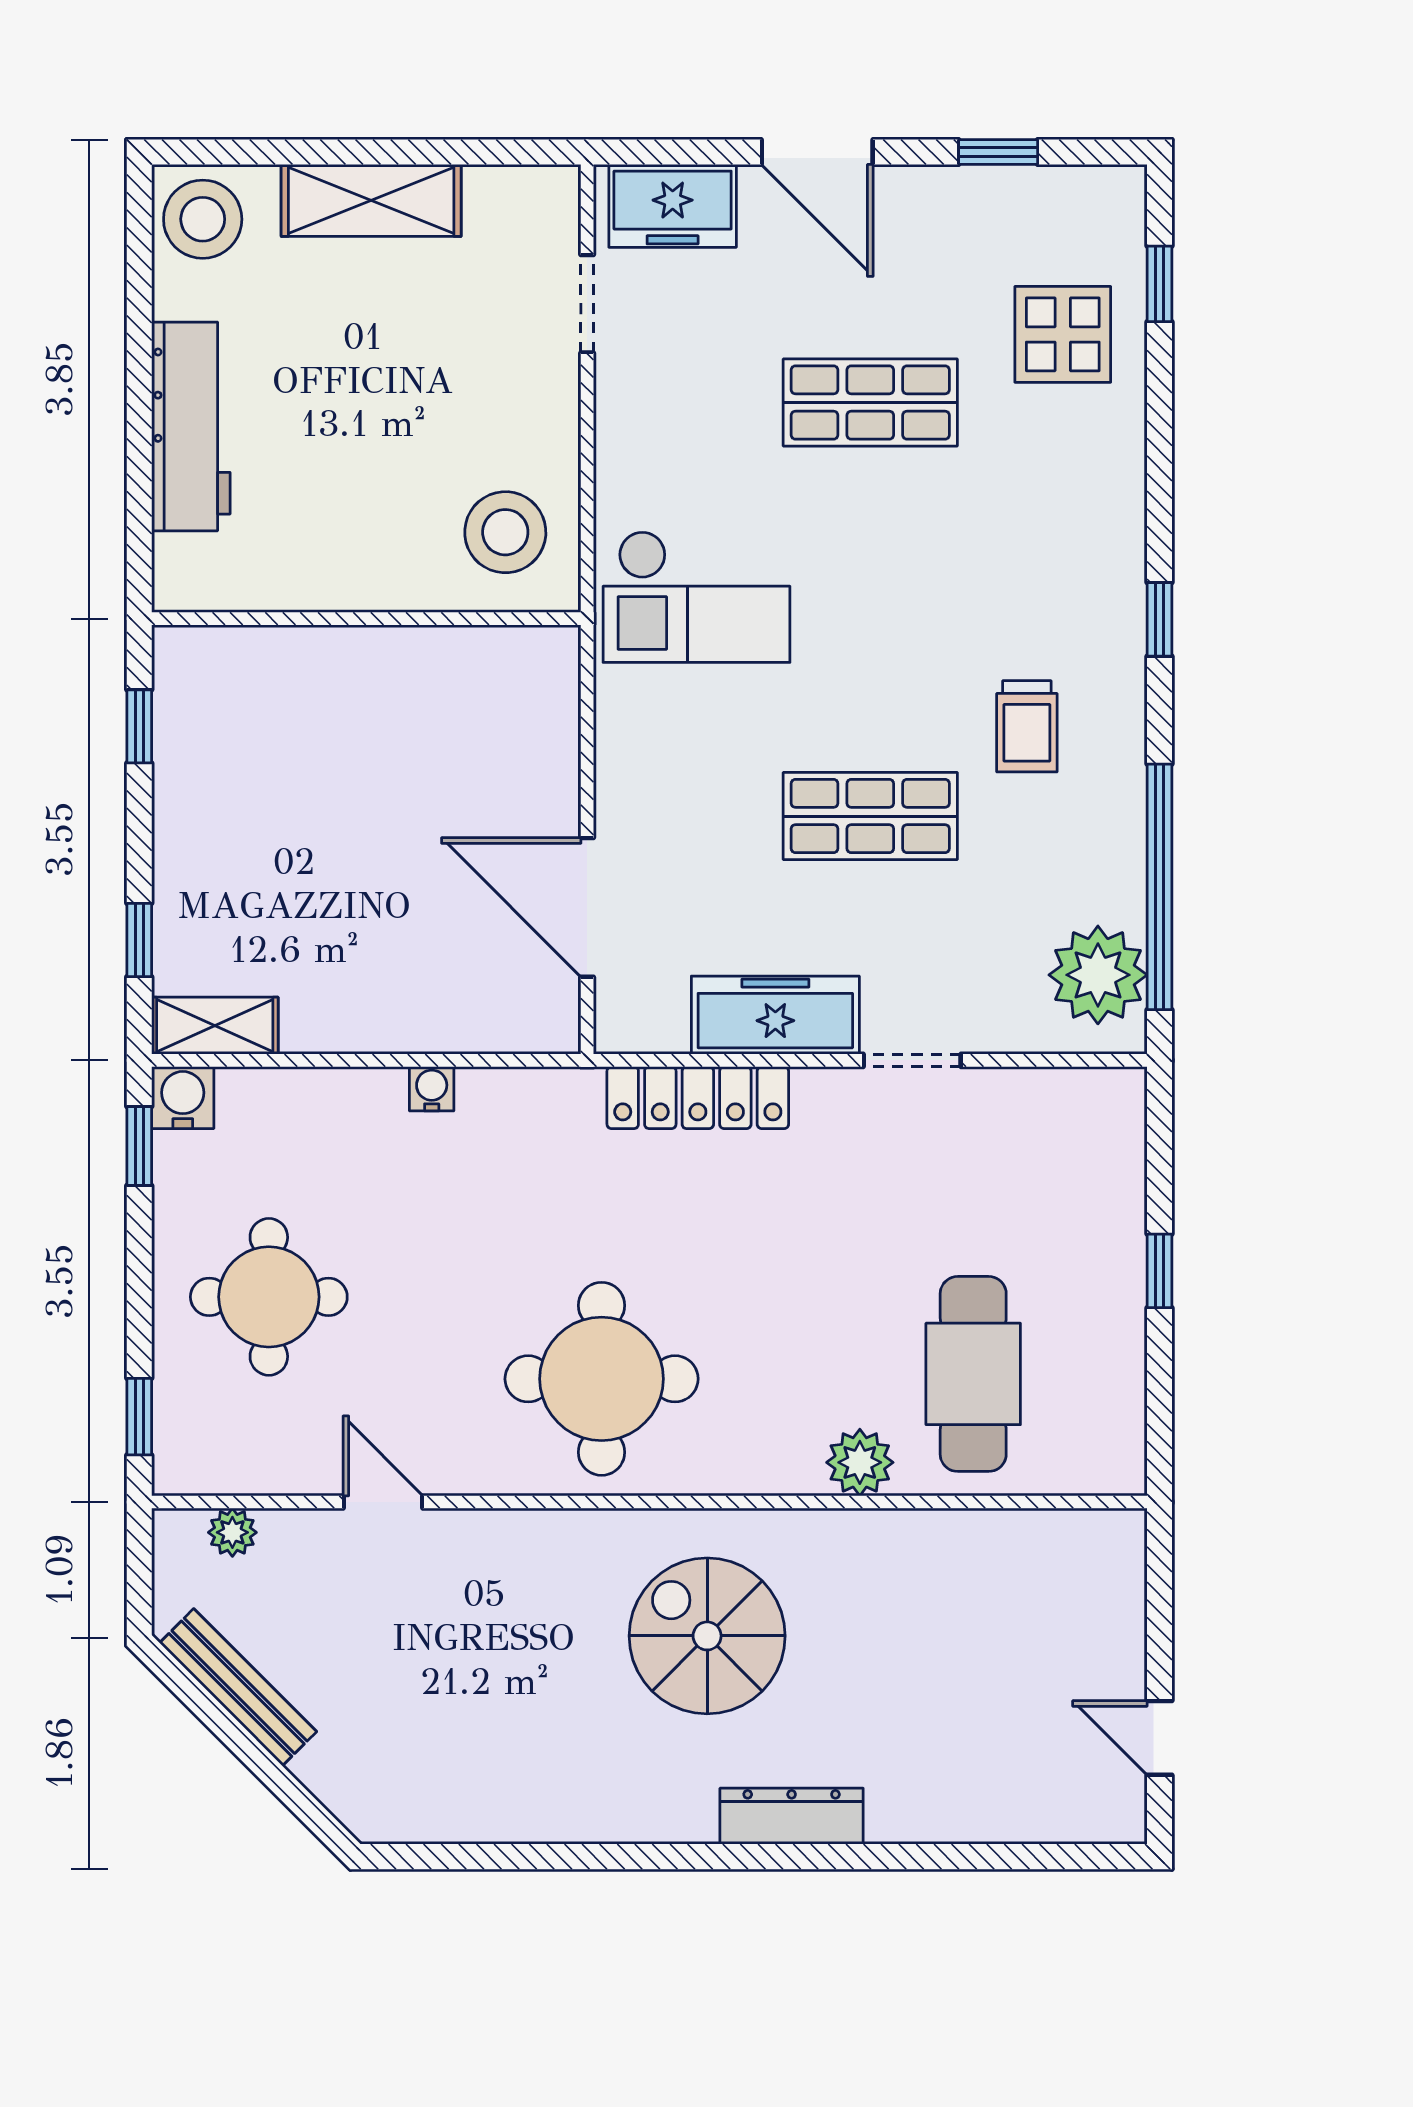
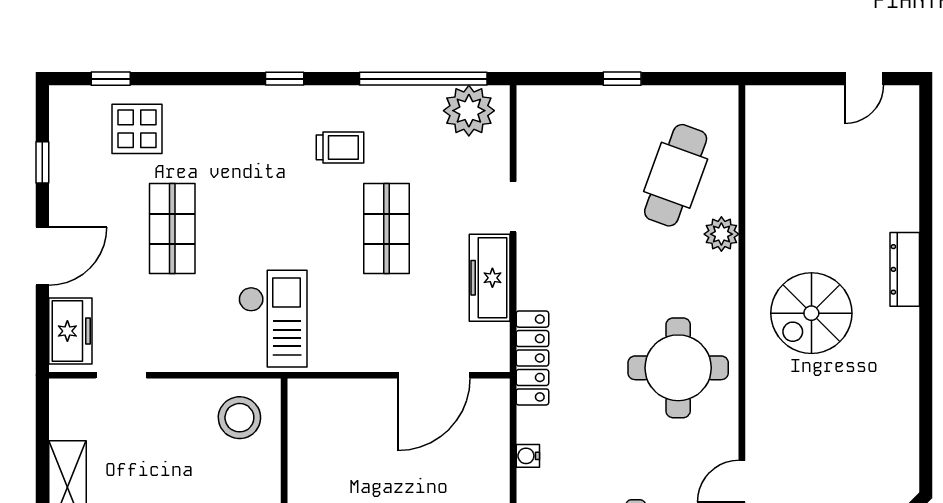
locker: (698, 1098) -> (532, 358), moved
cafe table: (973, 1374) -> (676, 175), turned -70

